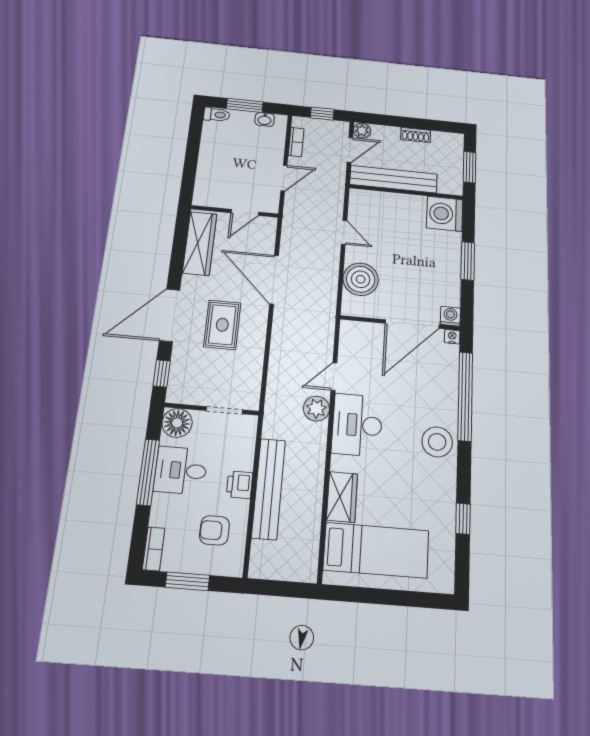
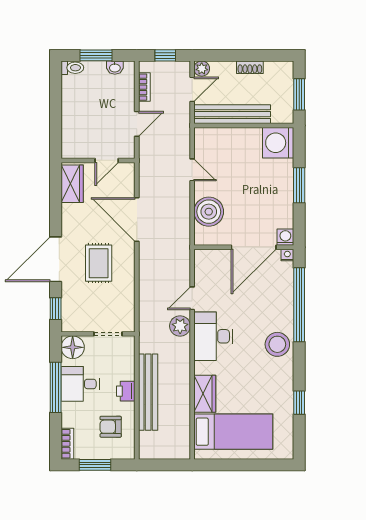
wardrobe: (200, 243) -> (72, 184), width x0.67

